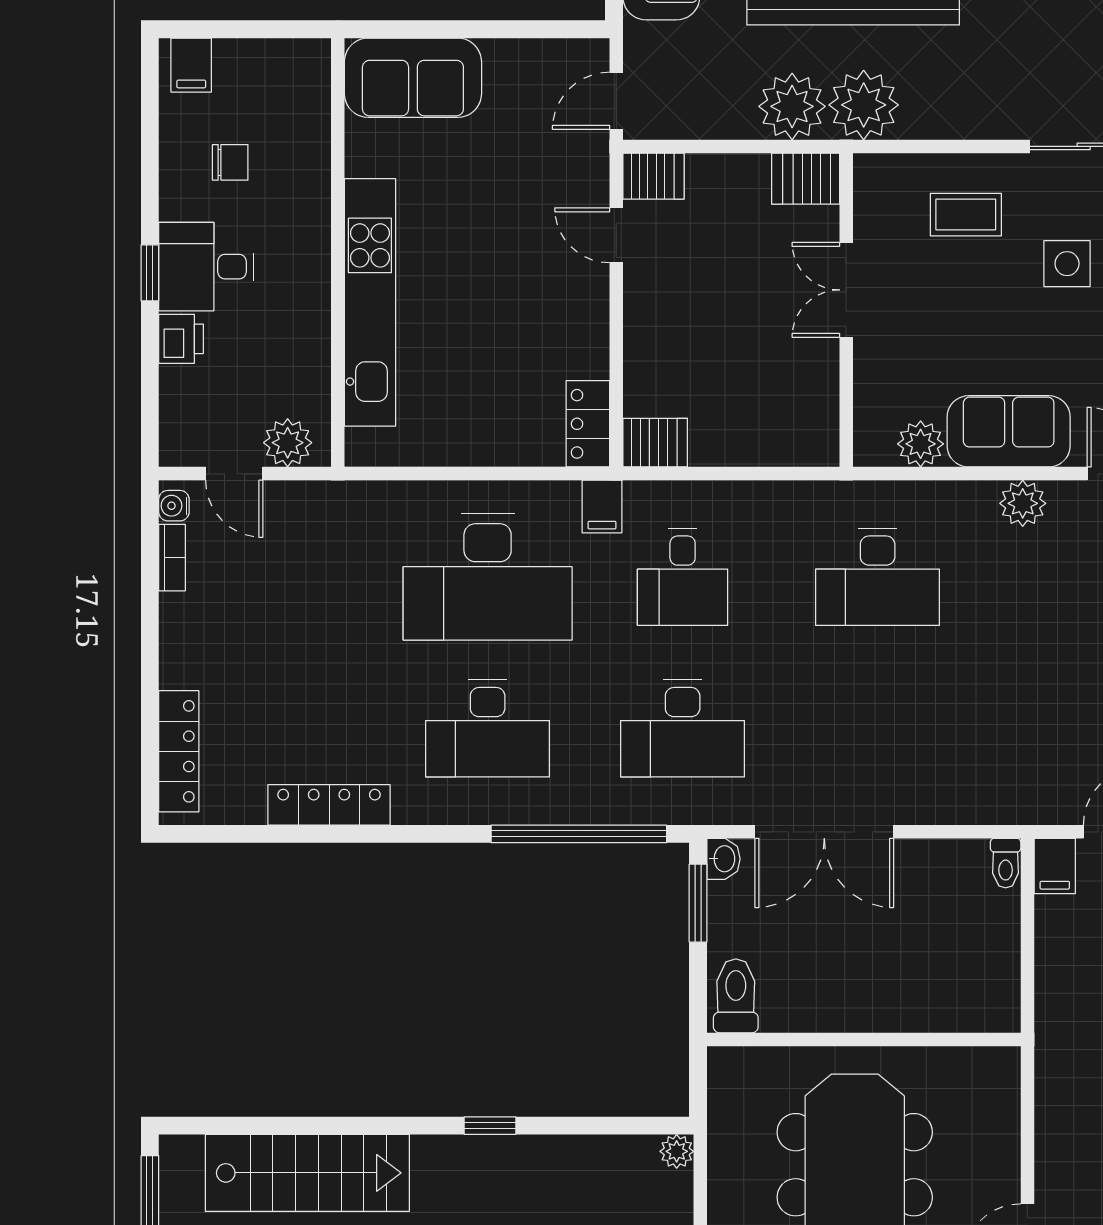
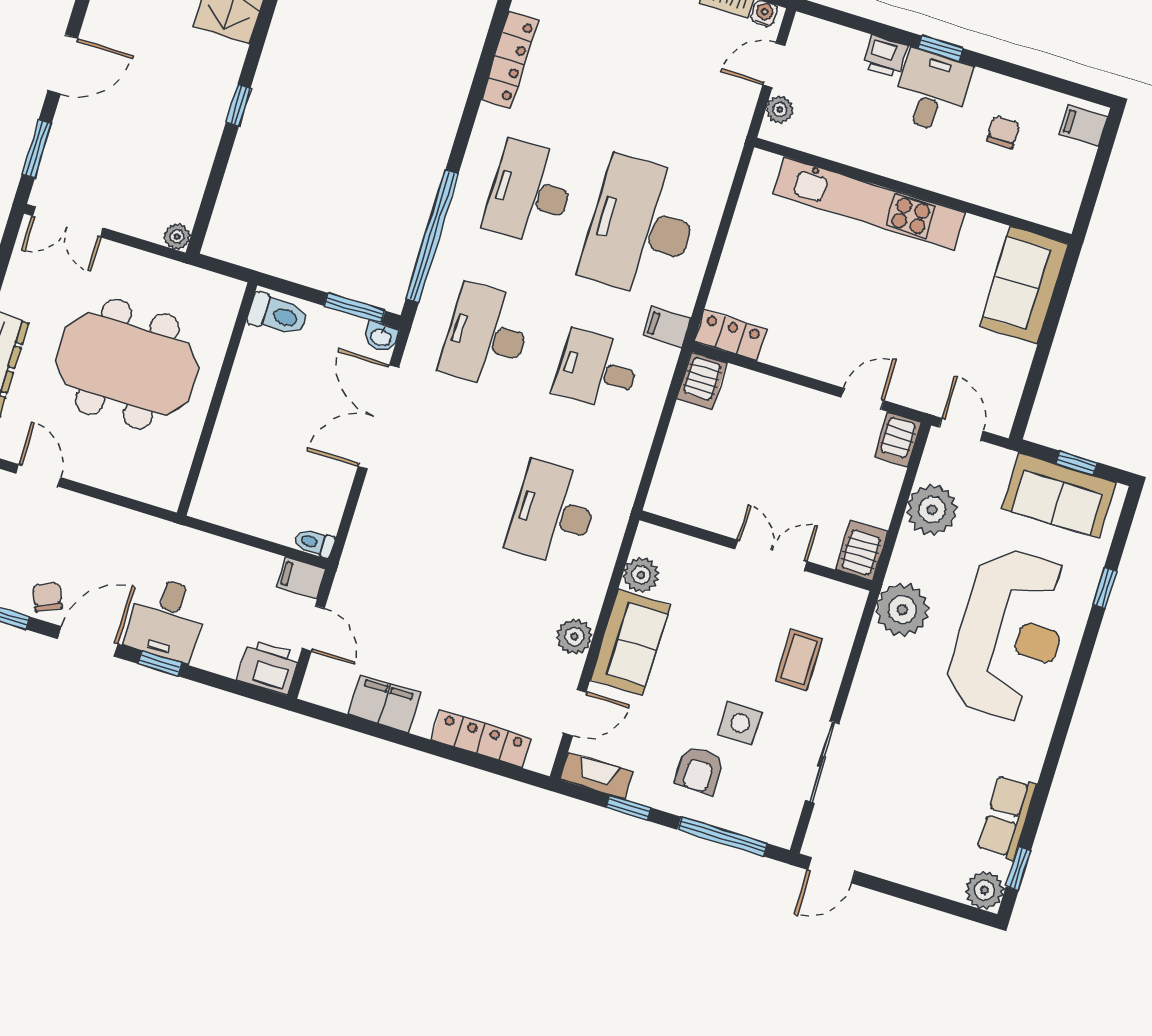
plant: (792, 106) -> (932, 510), moved
chair: (230, 162) -> (1003, 132), turned 180
plant: (288, 443) -> (780, 110), width x0.73, depth x0.73

